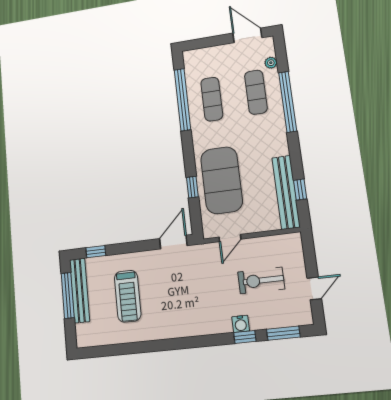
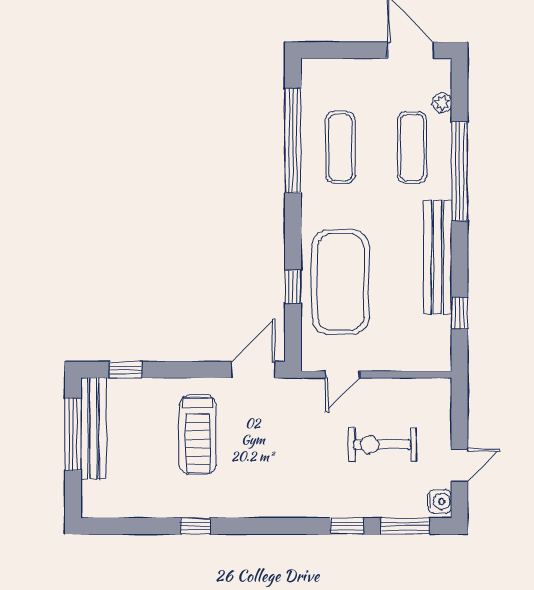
bench: (286, 192) -> (438, 257), moved
treadmill: (128, 296) -> (198, 435), moved
water cooler: (241, 324) -> (440, 501), moved, turned -90
window: (148, 347) -> (195, 526), added

